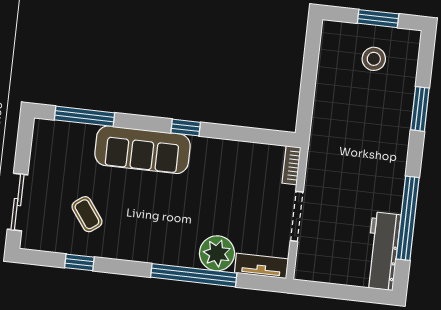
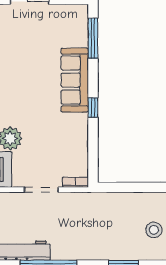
coffee table: (87, 214) -> (27, 47), removed

